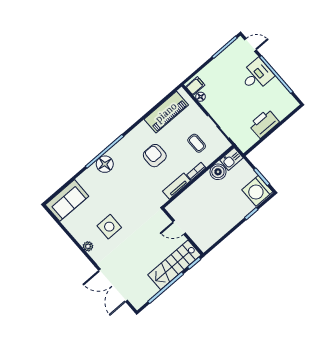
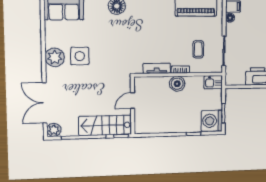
armchair: (155, 156) -> (160, 32), removed
boiler: (218, 172) -> (177, 84), moved
door: (179, 227) -> (133, 100), hinge flipped
plant: (88, 246) -> (55, 57), width x1.88, depth x1.88
plant: (138, 301) -> (54, 130), added

